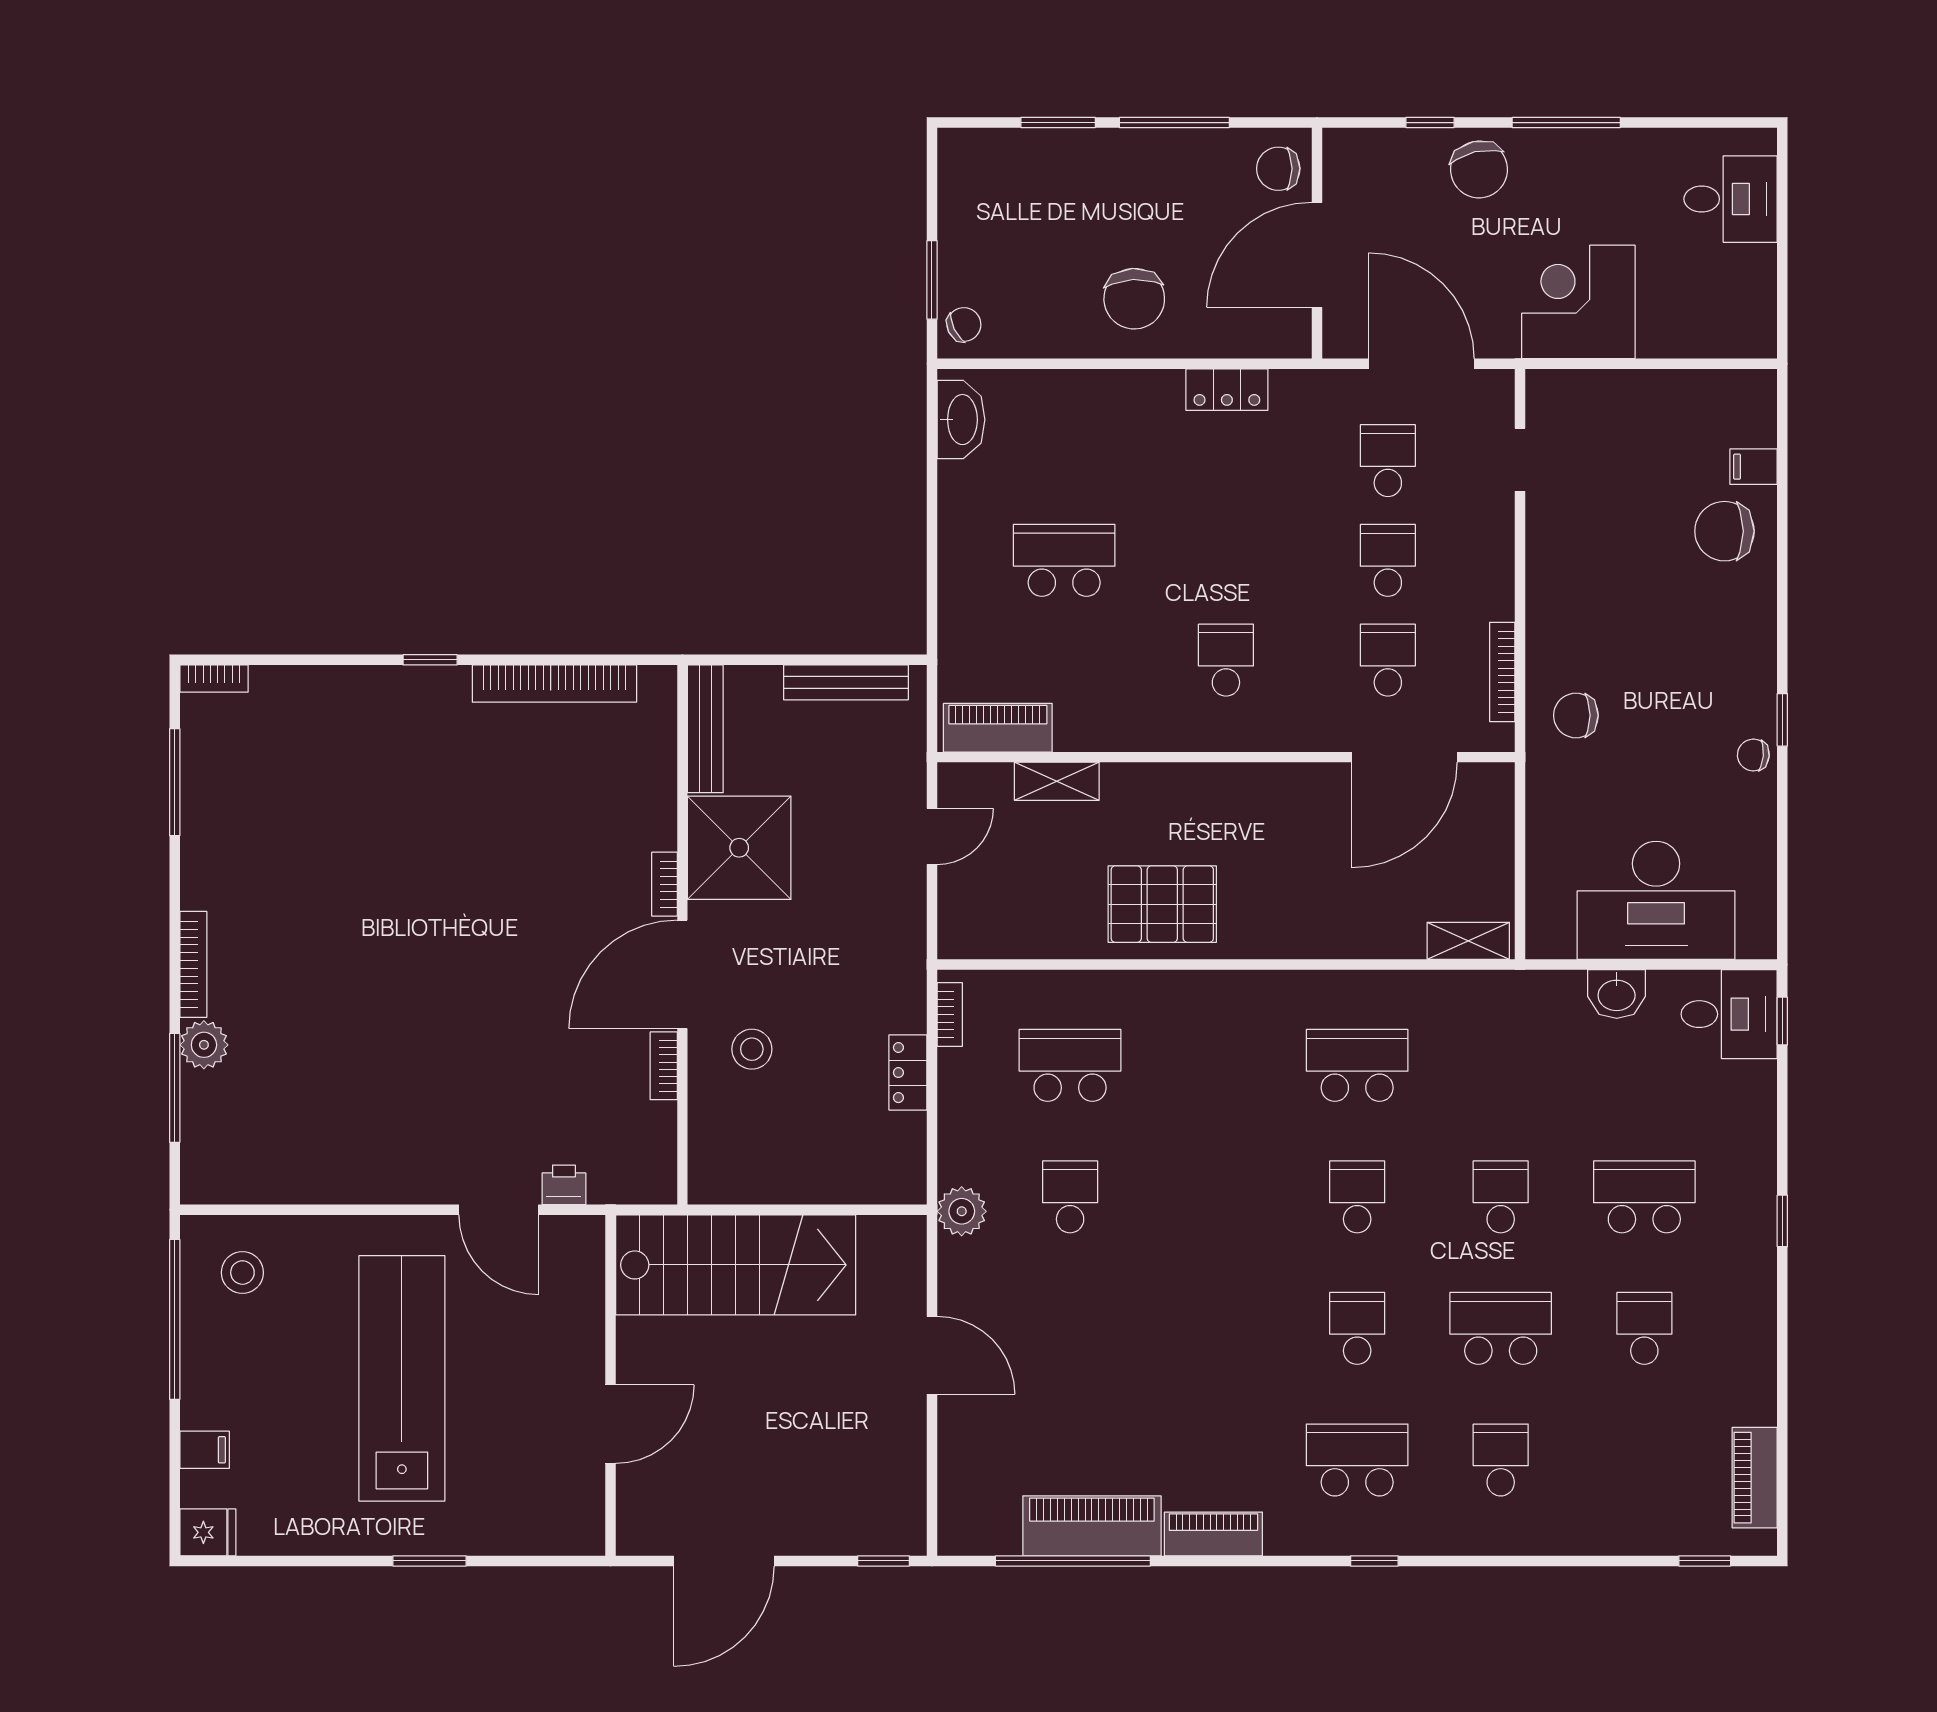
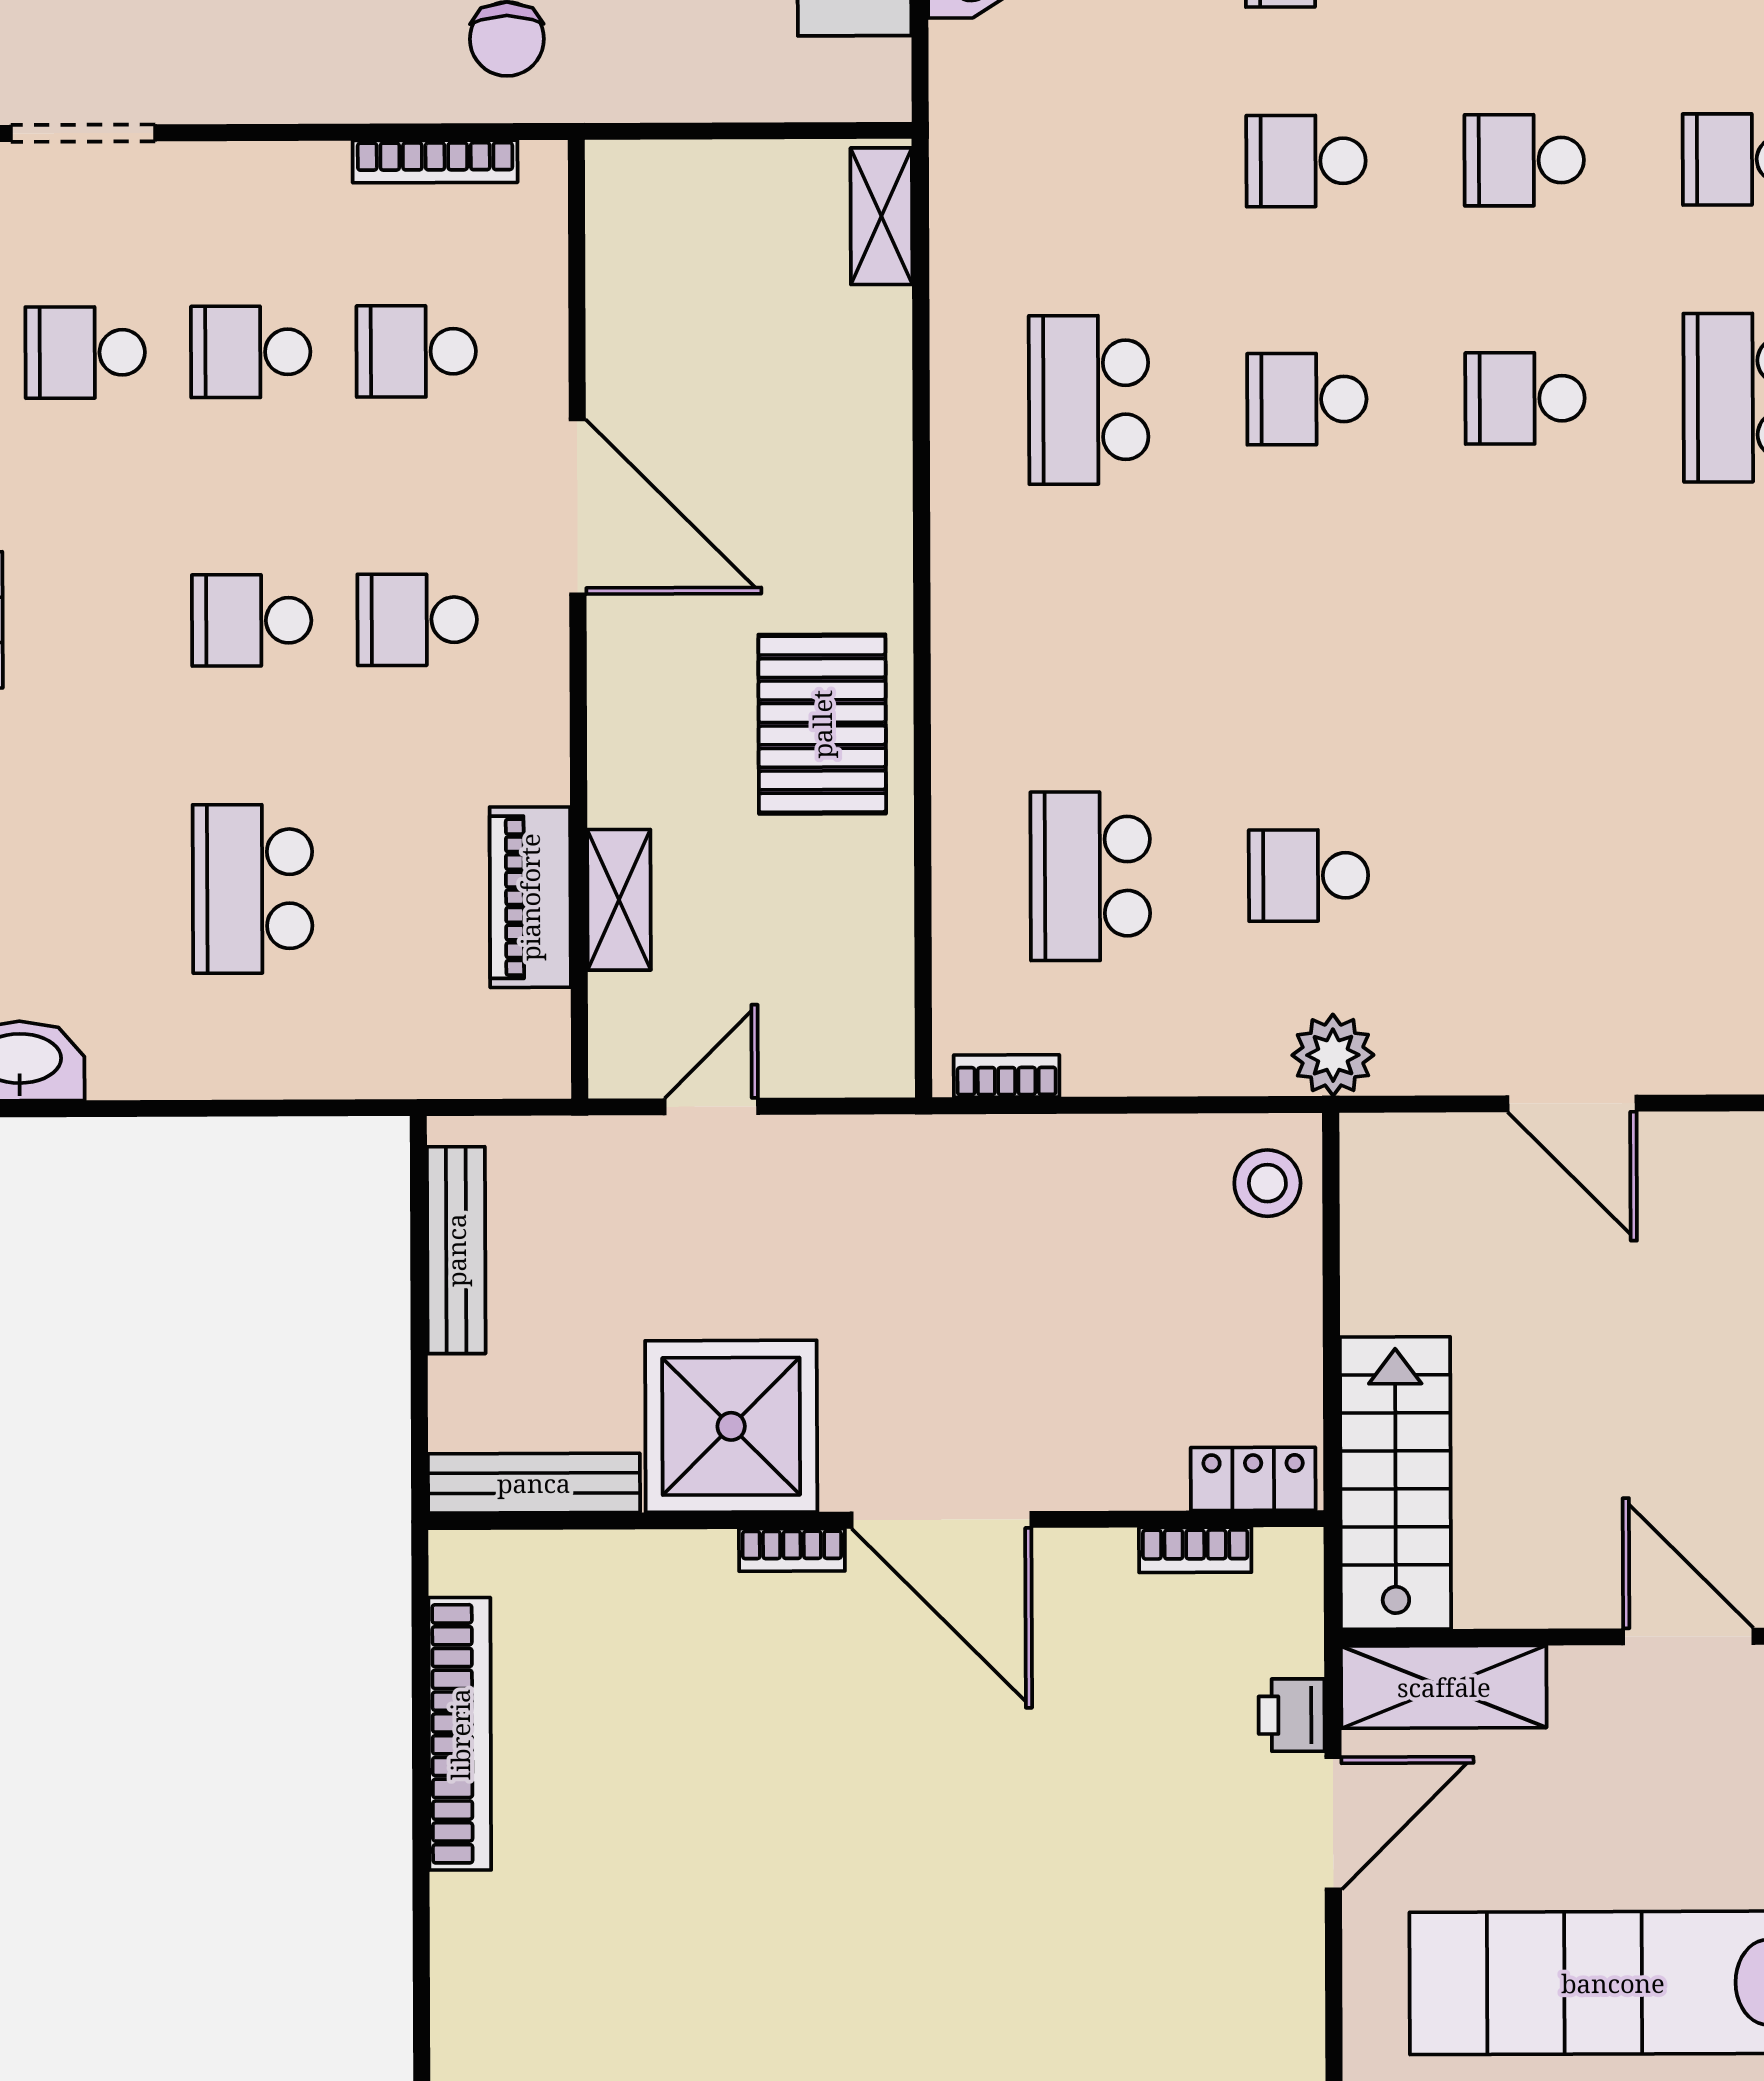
doorway: (1520, 460) -> (83, 133), width x1.38
school desk: (1226, 560) -> (252, 620), added
window: (430, 660) -> (421, 1940), removed
piano: (998, 728) -> (530, 897), moved
door: (1405, 757) -> (578, 507), moved
door: (932, 836) -> (711, 1107), hinge flipped
stool: (752, 1049) -> (1267, 1183), moved
bookcase: (664, 1066) -> (1195, 1550), moved
locker: (908, 1073) -> (1253, 1479), moved, turned 180
stairs: (736, 1265) -> (1396, 1483), width x0.73, depth x0.66
shelving: (581, 1277) -> (1444, 1687), added
school desk: (1501, 1328) -> (1524, 160), width x0.54
door: (932, 1355) -> (1572, 1104), swing flipped

